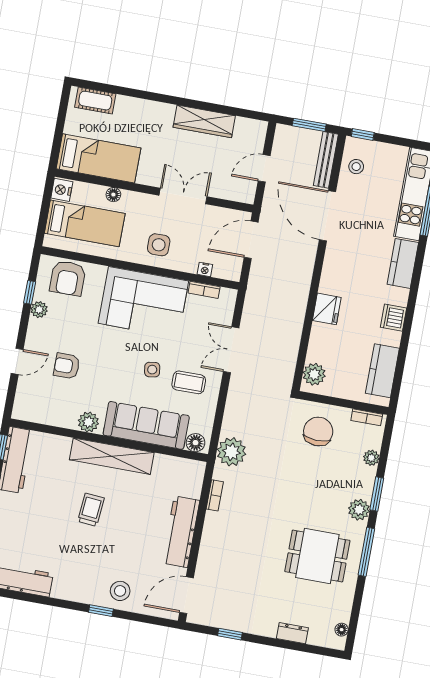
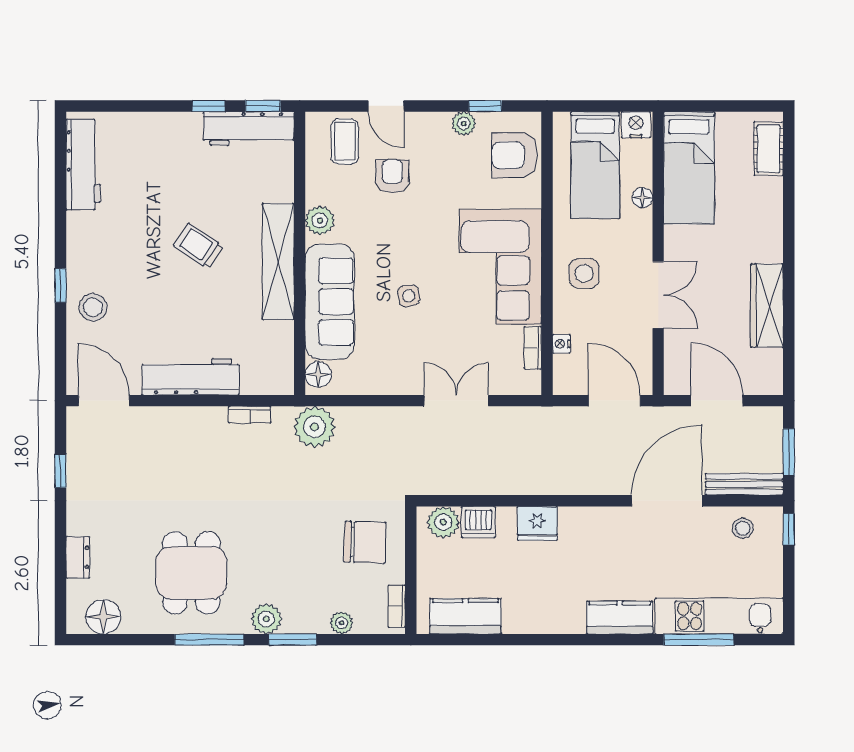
door: (264, 168) -> (717, 401), width x1.38
dishwasher: (394, 318) -> (478, 522), moved, turned 180
coffee table: (189, 382) -> (345, 141), moved
trolley: (91, 510) -> (198, 246), turned -152
floor lamp: (342, 630) -> (103, 617), width x1.89, depth x1.89

